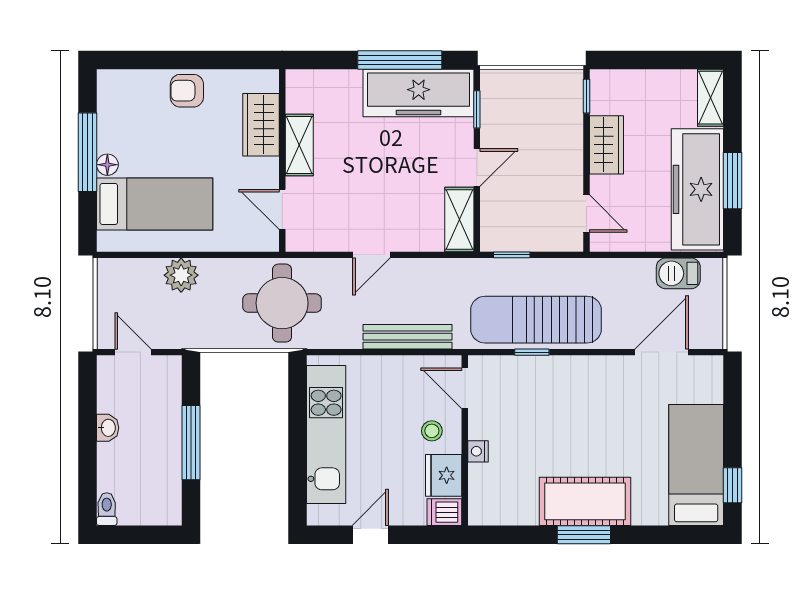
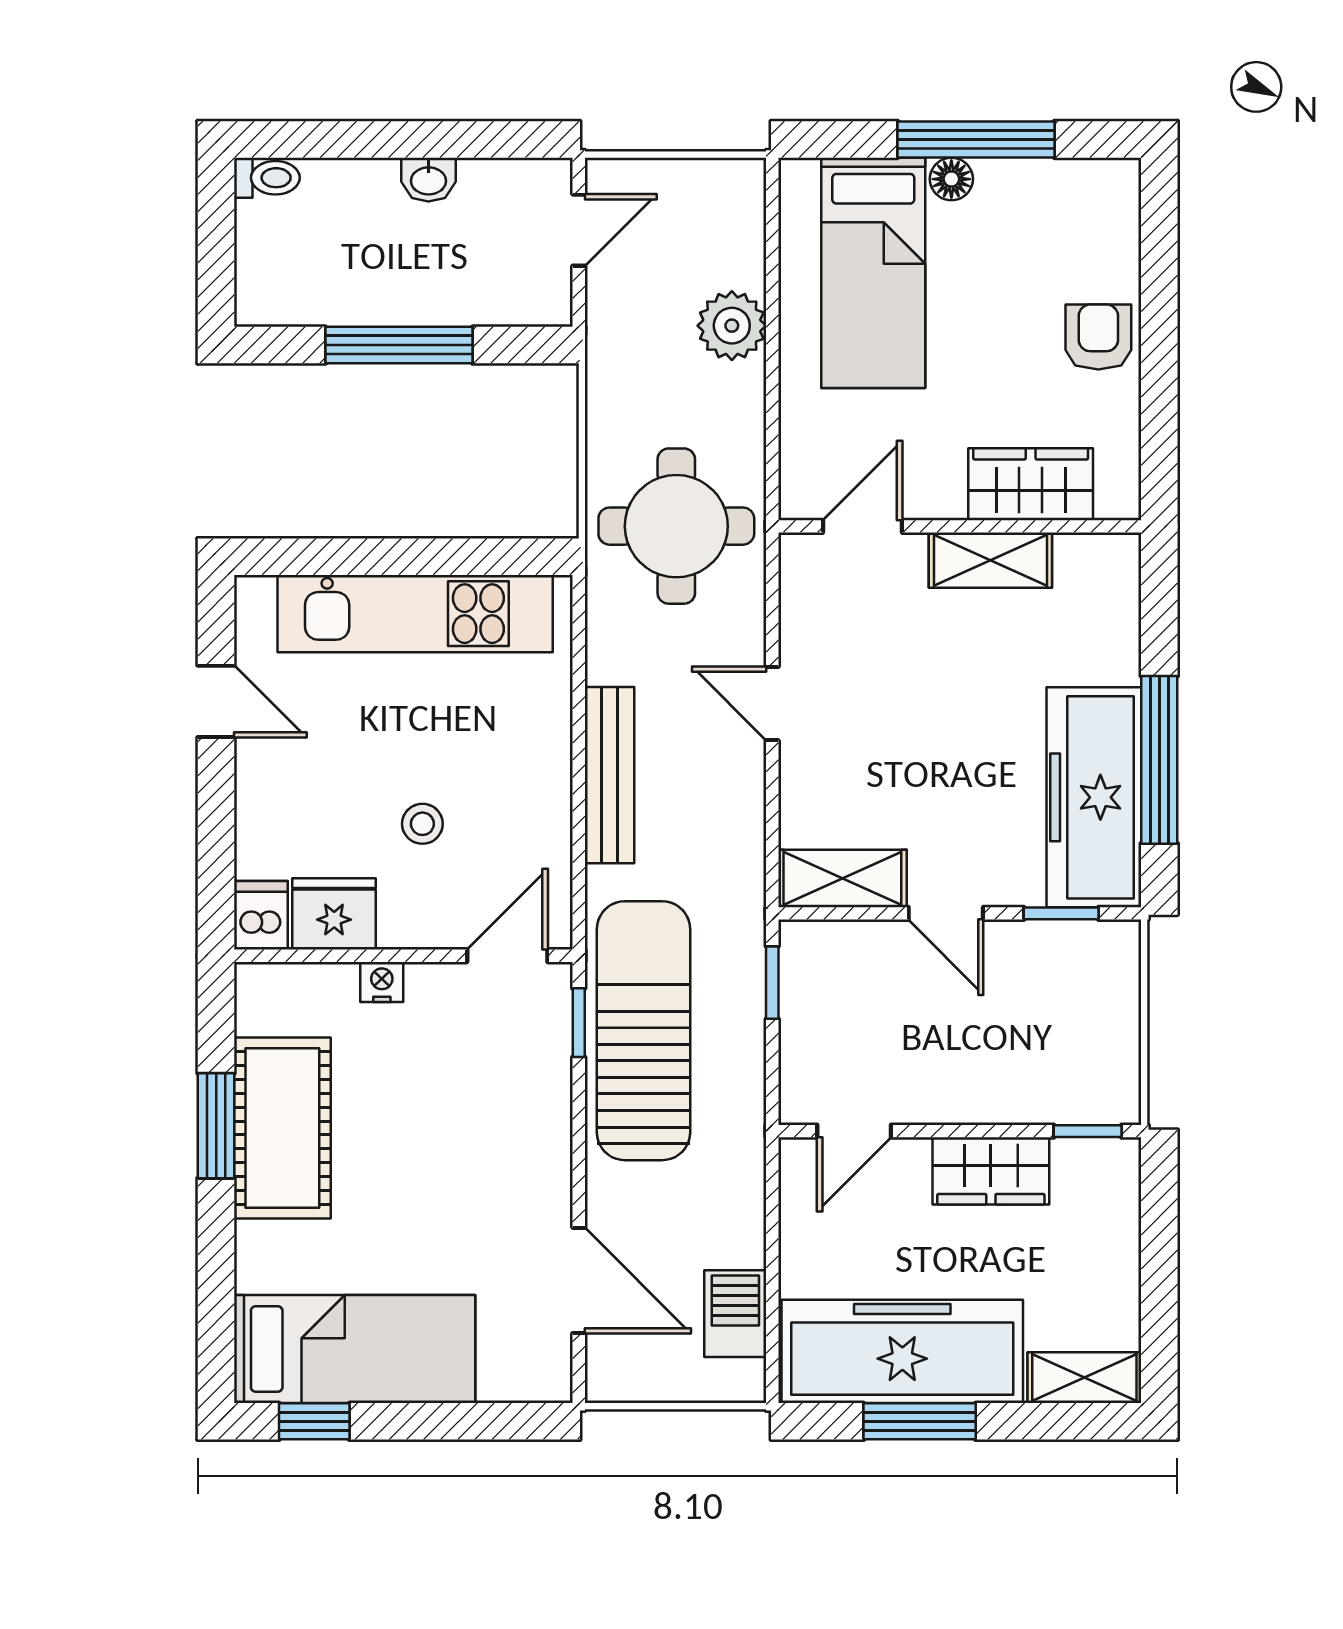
door: (465, 388) -> (507, 956), moved
wall: (465, 440) -> (403, 956), moved
nightstand: (478, 451) -> (382, 982), moved
fridge: (444, 475) -> (334, 914), moved
dishwasher: (444, 512) -> (261, 915), moved

